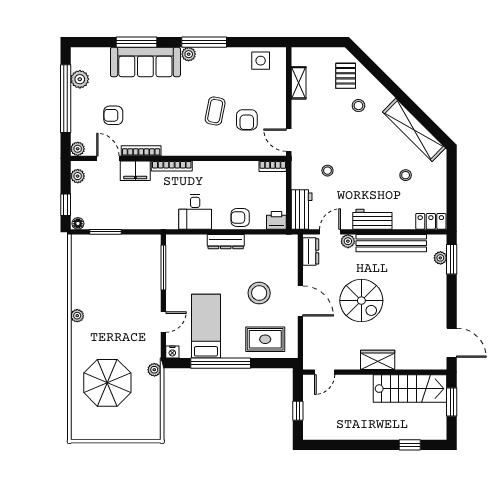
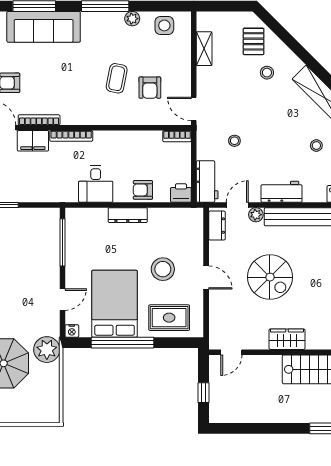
plant: (189, 54) -> (132, 19), moved
door: (300, 301) -> (206, 278), width x0.73
bed: (206, 326) -> (115, 304), width x1.50
plant: (154, 370) -> (47, 350), width x1.87, depth x1.87

